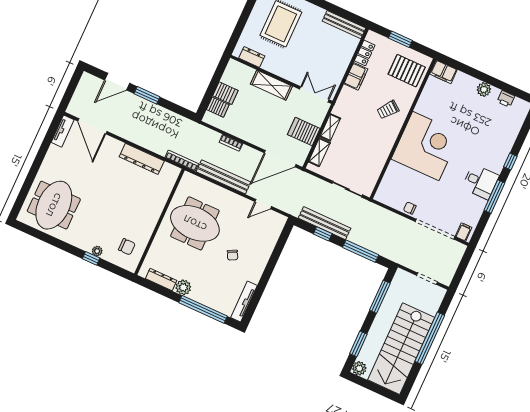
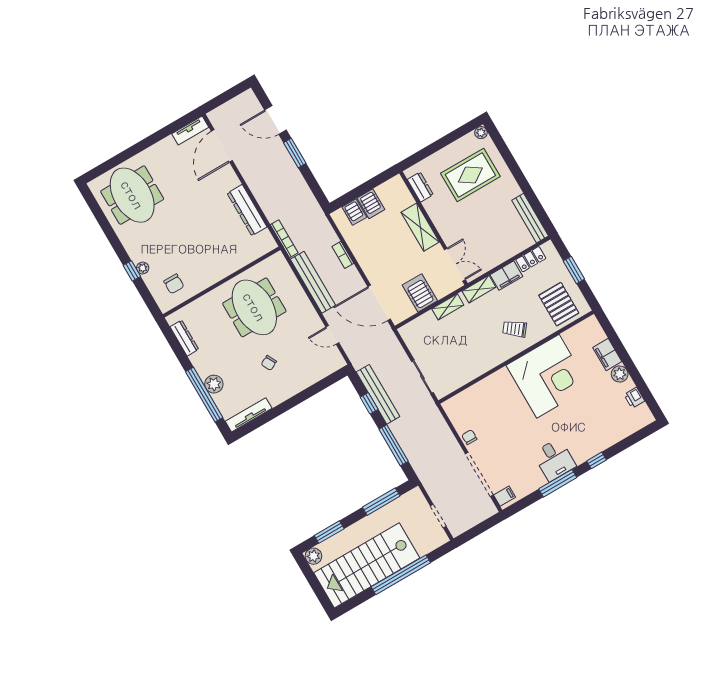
filing cabinet: (443, 72) -> (607, 354), moved
corner desk: (426, 146) -> (548, 376), moved
shelving: (319, 152) -> (479, 289), moved
meeting table: (54, 205) -> (132, 195), turned 90
plant: (183, 287) -> (214, 384), moved

